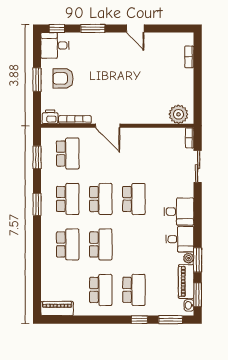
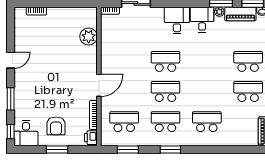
plant: (178, 114) -> (89, 36), moved
school desk: (101, 244) -> (207, 92), removed

